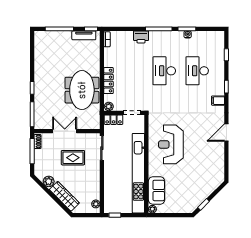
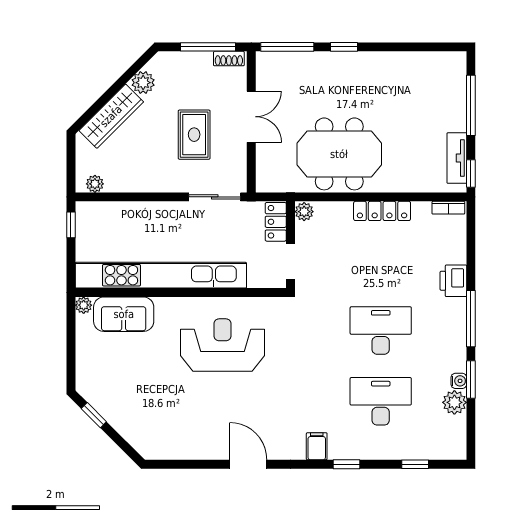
plant: (198, 36) -> (454, 402), added
locker: (108, 81) -> (382, 211), moved

